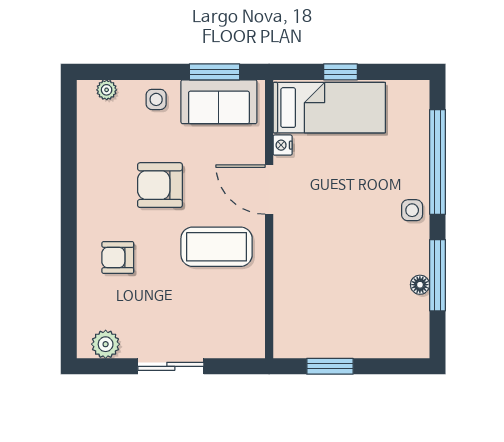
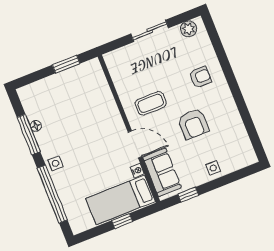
window: (214, 72) -> (188, 195), width x0.67
plant: (107, 90) -> (241, 163), removed
sofa: (219, 102) -> (162, 172), moved, turned 90
armchair: (160, 185) -> (193, 124), turned 90
coffee table: (217, 247) -> (151, 103), width x0.73, depth x0.76

